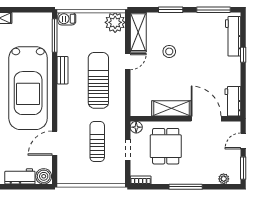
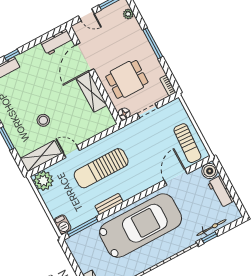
sun lounger: (97, 141) -> (187, 143), moved, turned -87
door: (55, 143) -> (176, 177), swing flipped

